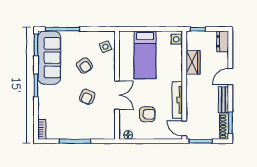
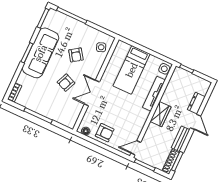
dresser: (223, 41) -> (196, 103), moved
sofa: (49, 58) -> (41, 53), moved
wardrobe: (193, 62) -> (161, 114), moved
door: (230, 77) -> (196, 122), swing flipped
double door: (117, 95) -> (92, 93), swing flipped
tv unit: (177, 100) -> (154, 94), moved
armchair: (147, 114) -> (105, 133), moved
door: (184, 128) -> (136, 148), hinge flipped

